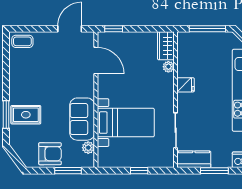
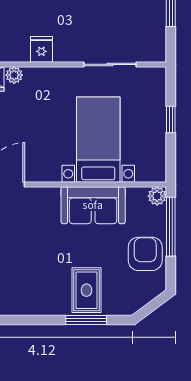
plant: (88, 148) -> (157, 196), moved
kitchen counter: (194, 159) -> (154, 37), removed
window: (68, 171) -> (171, 227), width x1.44

